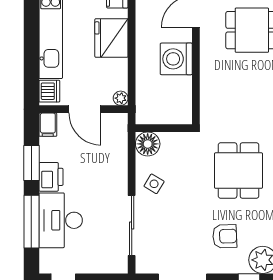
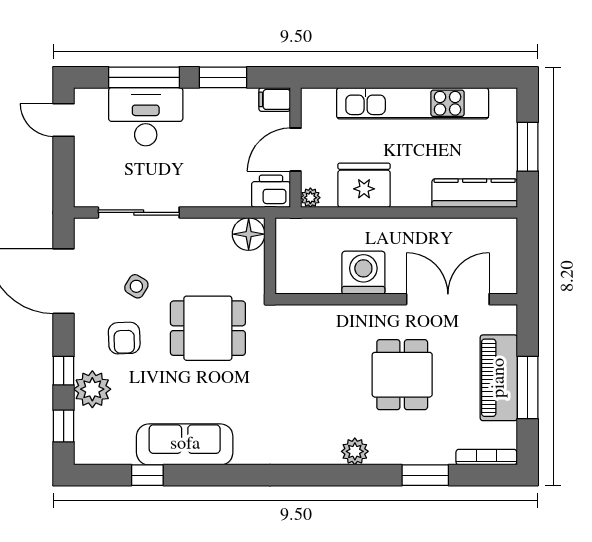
fridge: (111, 38) -> (364, 185), moved
dishwasher: (49, 91) -> (320, 101), removed
dining table: (239, 171) -> (208, 328), moved
printer: (51, 177) -> (271, 191), moved, turned 180
side table: (154, 184) -> (136, 286), moved

